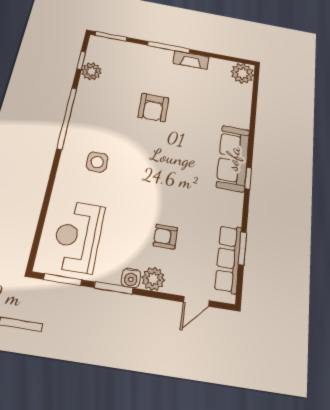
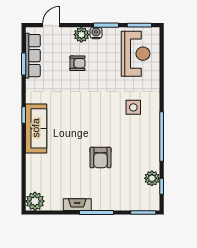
armchair: (153, 107) -> (100, 158), turned 180

